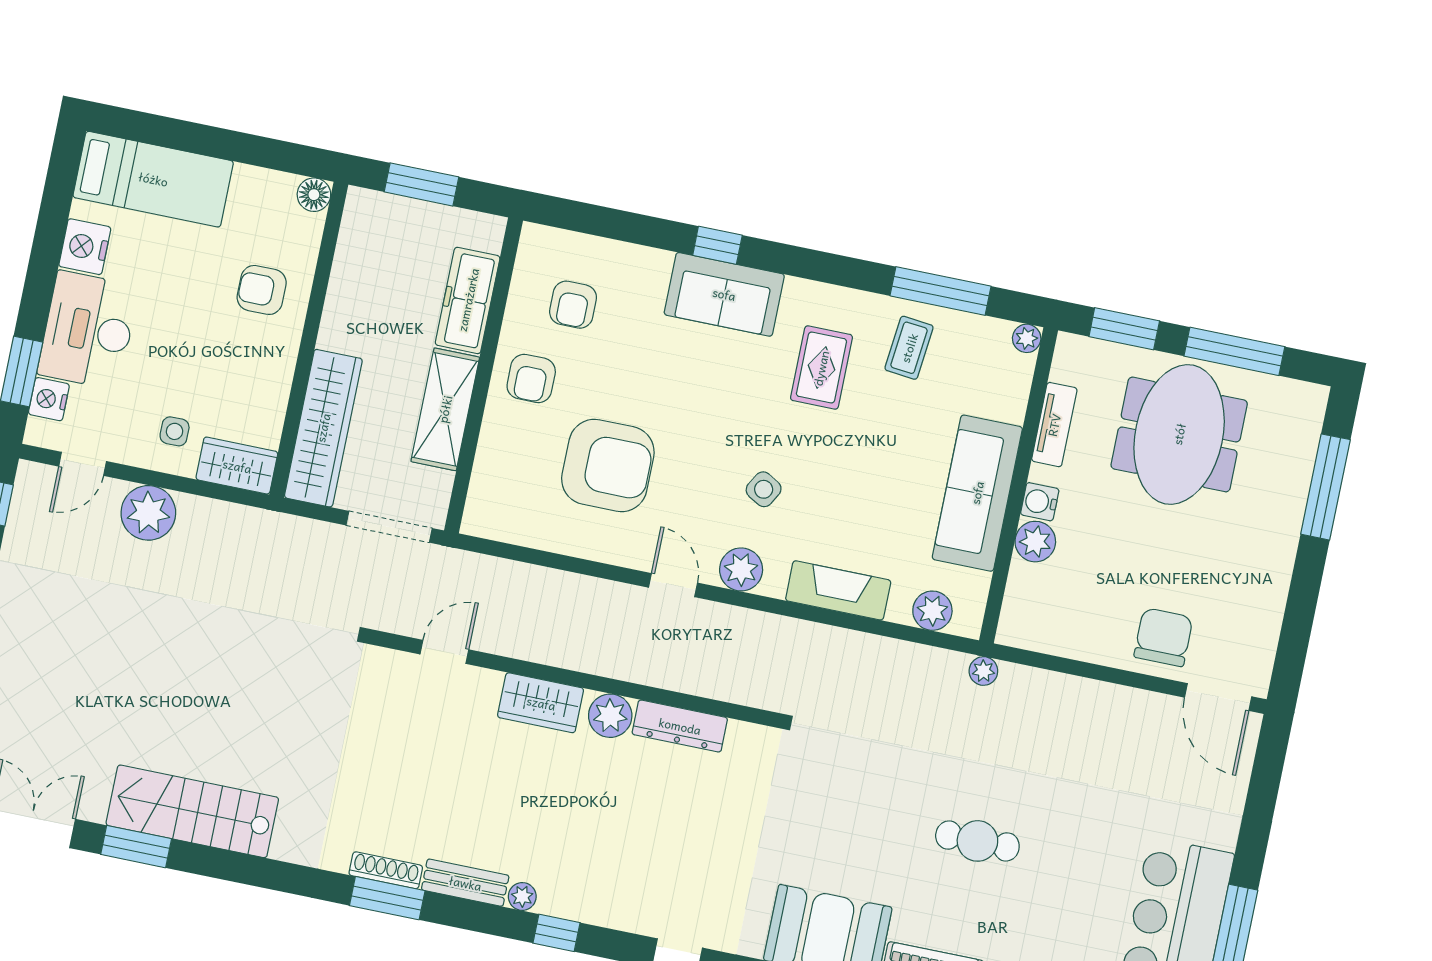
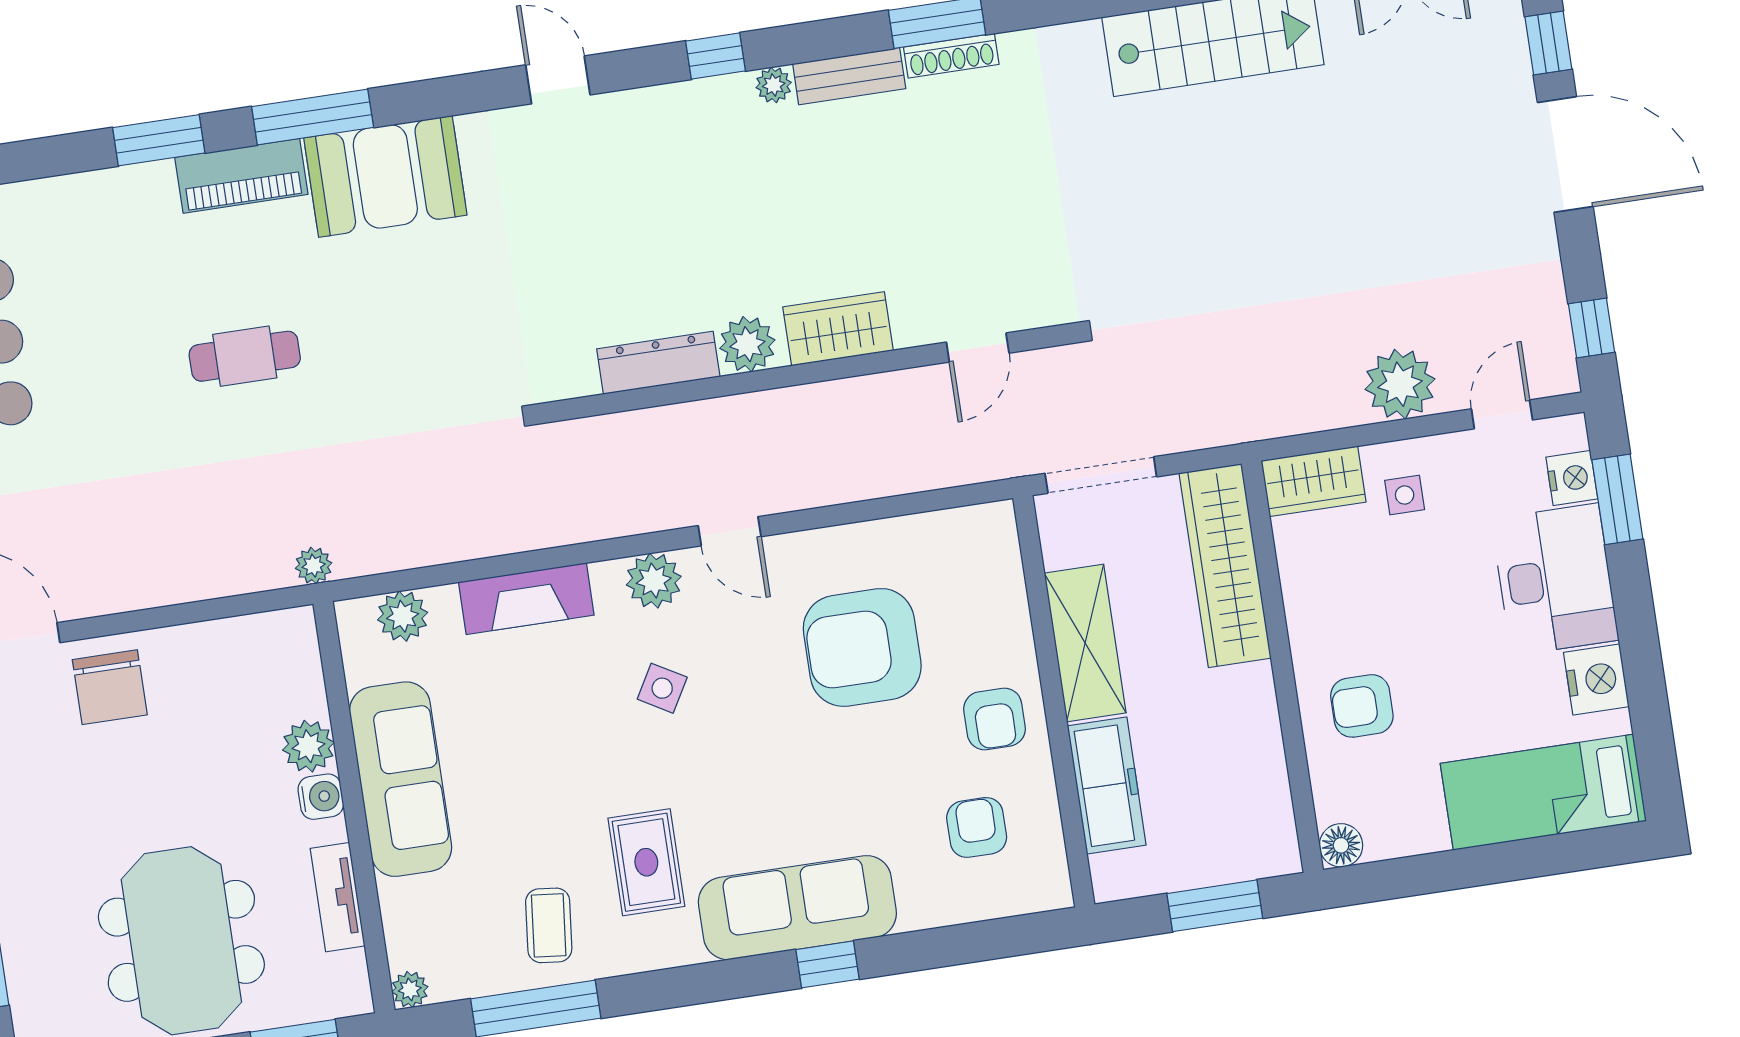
armchair: (262, 290) -> (1362, 706), turned 180
sofa: (724, 294) -> (797, 908), width x1.36
armchair: (531, 378) -> (994, 719), turned 180

